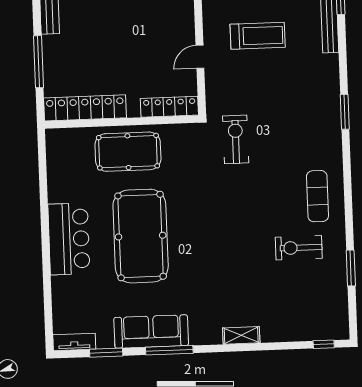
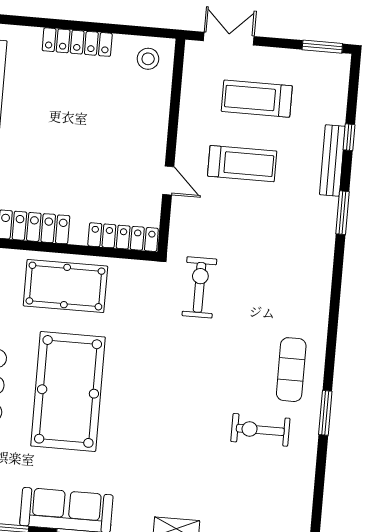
door: (200, 57) -> (168, 181), swing flipped
window: (345, 112) -> (342, 213), moved
window: (351, 268) -> (325, 413), moved

